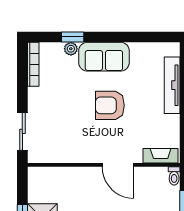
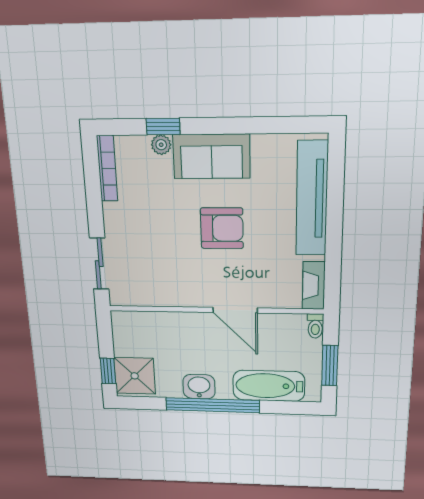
tv unit: (172, 85) -> (312, 199), width x1.36, depth x1.29
armchair: (110, 105) -> (222, 228), turned 180
fireplace: (161, 156) -> (314, 285), moved, turned -90

